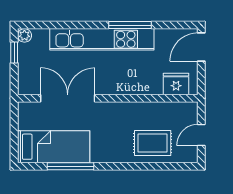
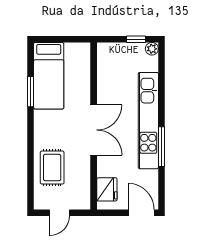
double door: (68, 98) -> (94, 130), moved
door: (201, 135) -> (60, 213), swing flipped
window: (71, 166) -> (31, 92), width x0.69

